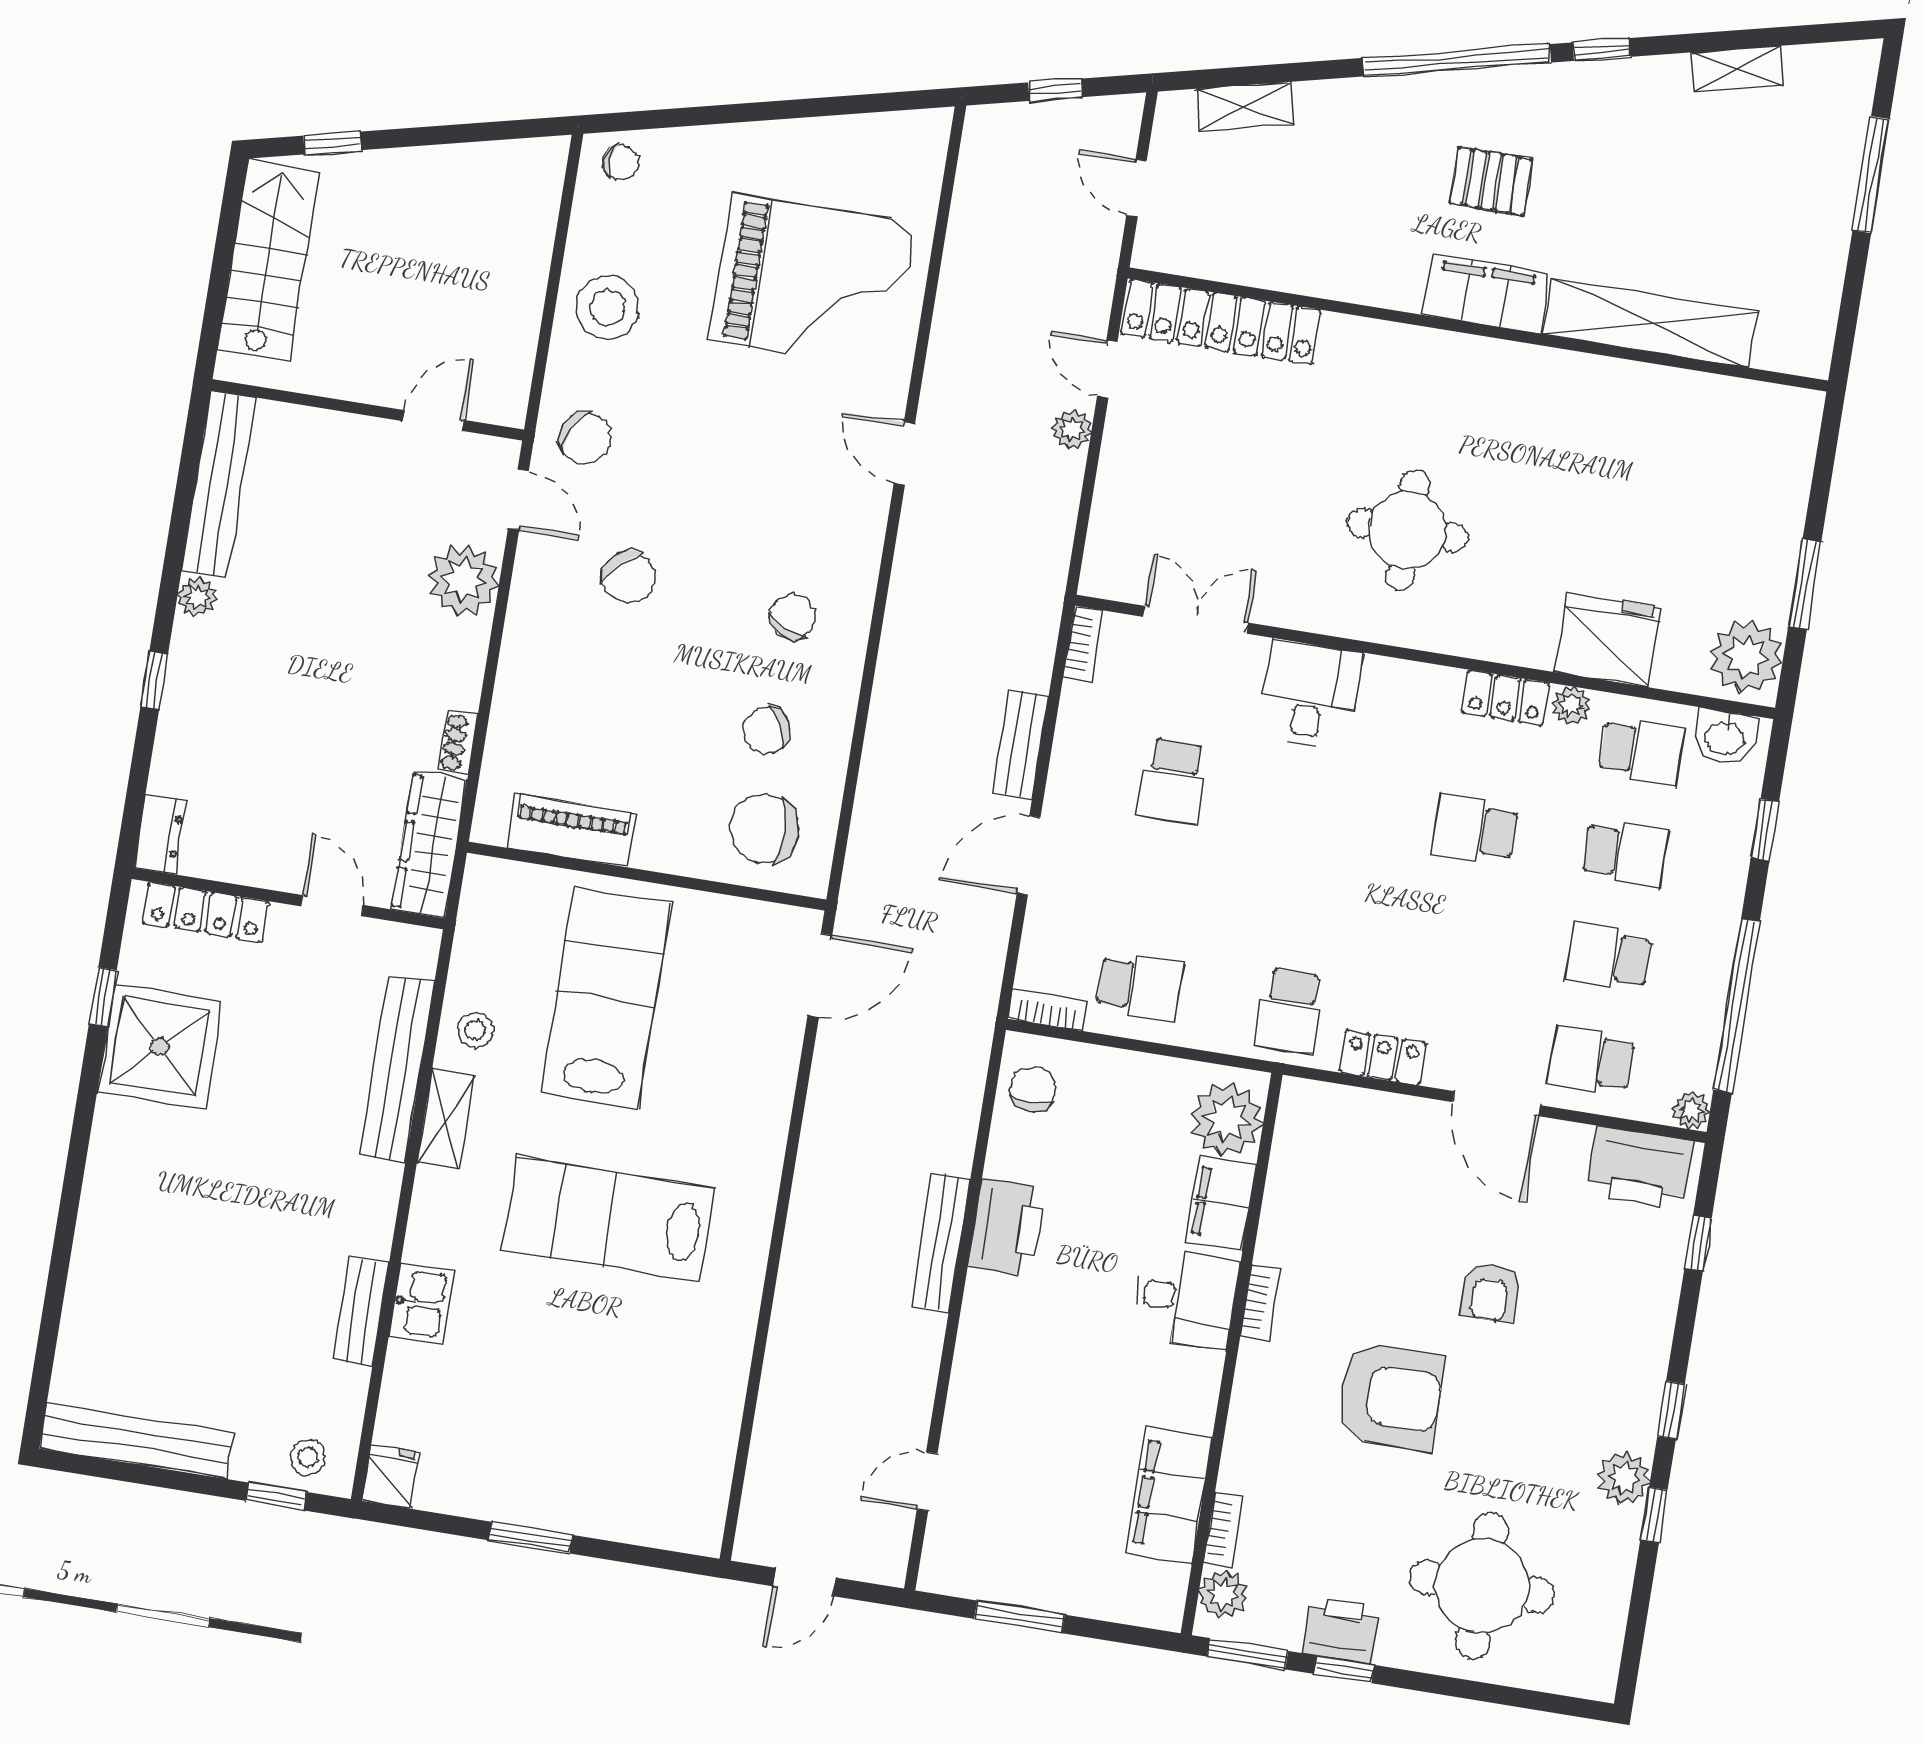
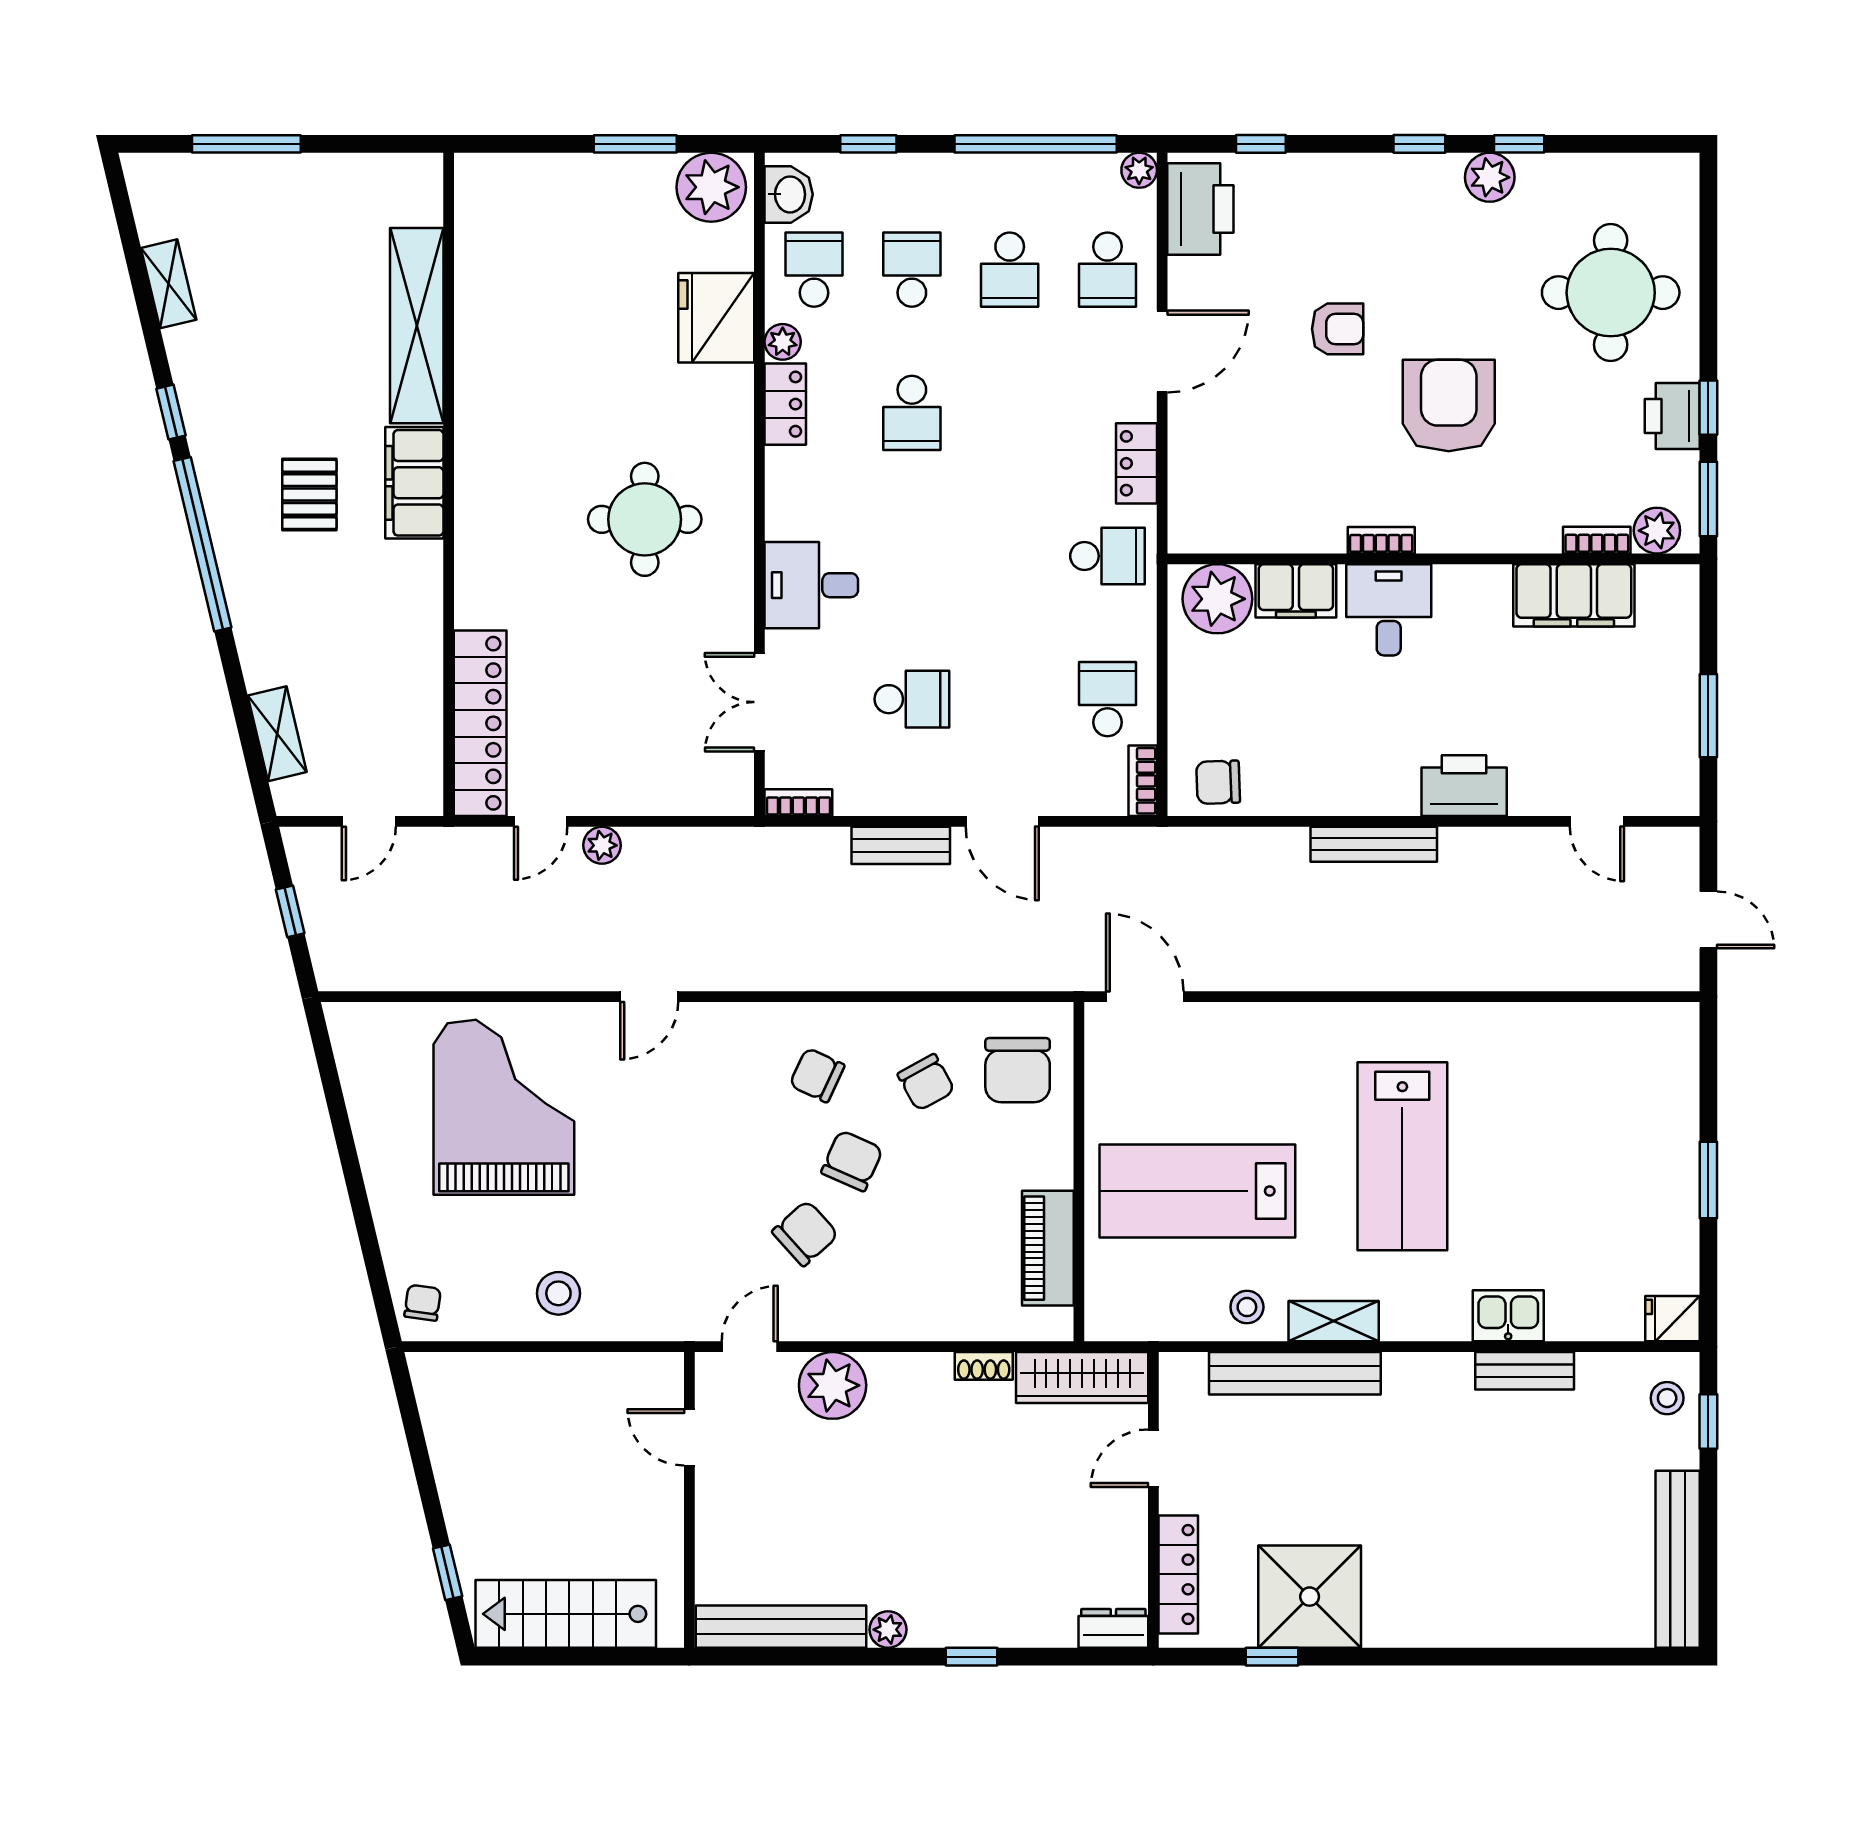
stool: (607, 307) -> (558, 1293), width x0.73, depth x0.73
chair: (585, 438) -> (852, 1161), moved
printer: (1007, 1227) -> (1464, 786), moved

